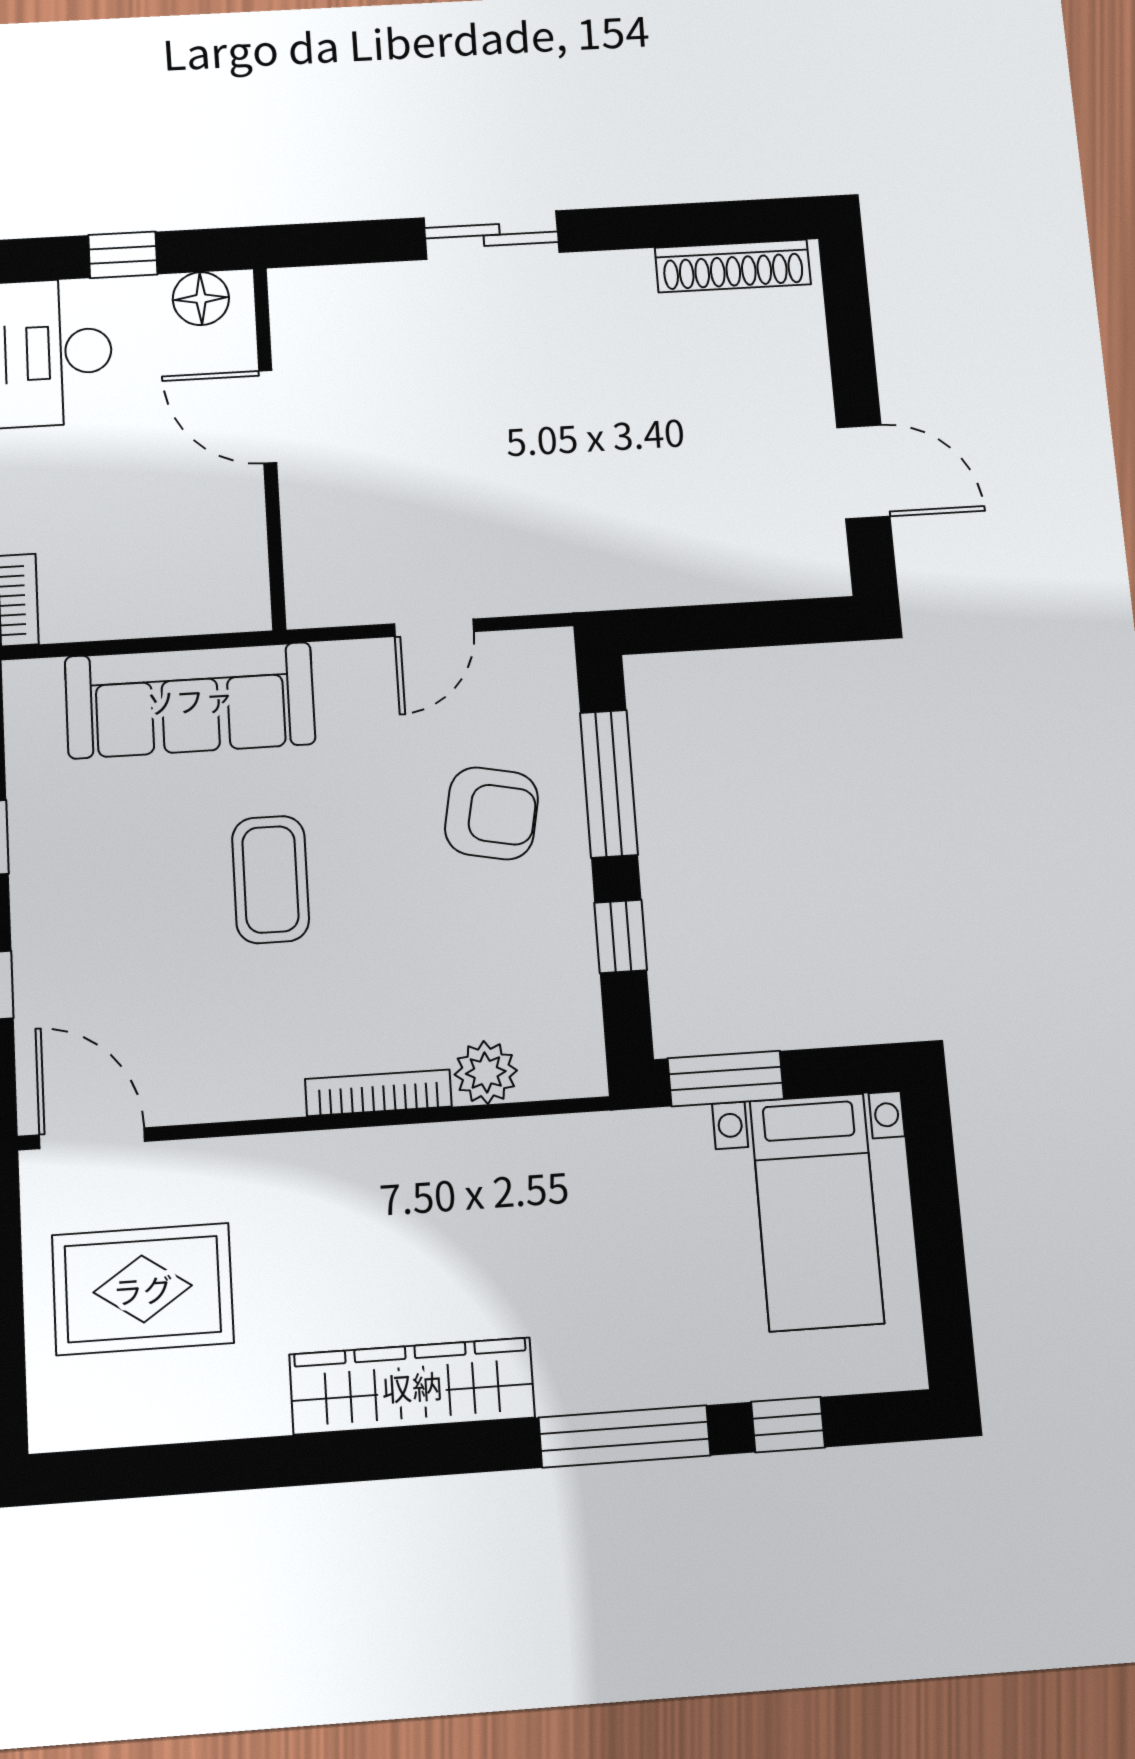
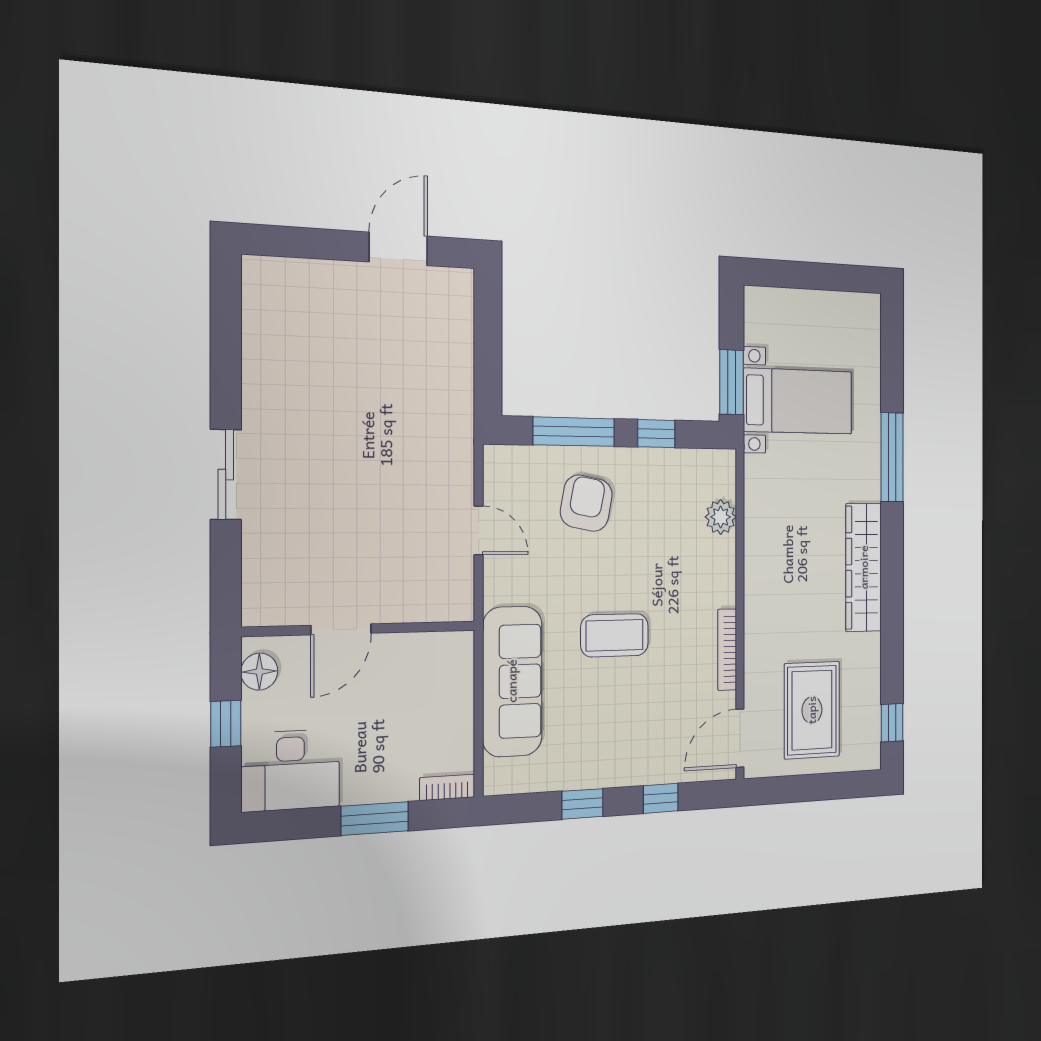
shoe rack: (733, 266) -> (257, 314), removed
bookcase: (378, 1093) -> (727, 650), moved
bed with nightstands: (817, 1212) -> (798, 401), moved
window: (788, 1425) -> (892, 723), moved

